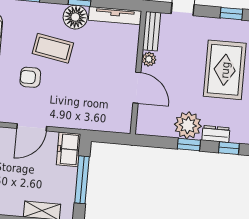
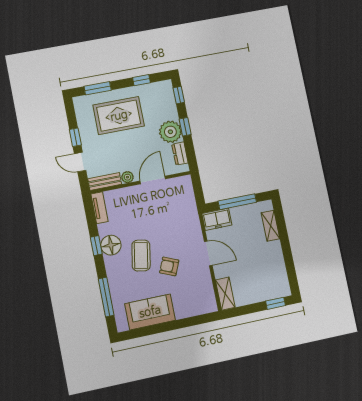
window: (231, 14) -> (75, 137), moved
tv unit: (115, 16) -> (99, 208), width x0.71
armchair: (30, 77) -> (169, 266), turned 113
dresser: (216, 134) -> (180, 154), moved

